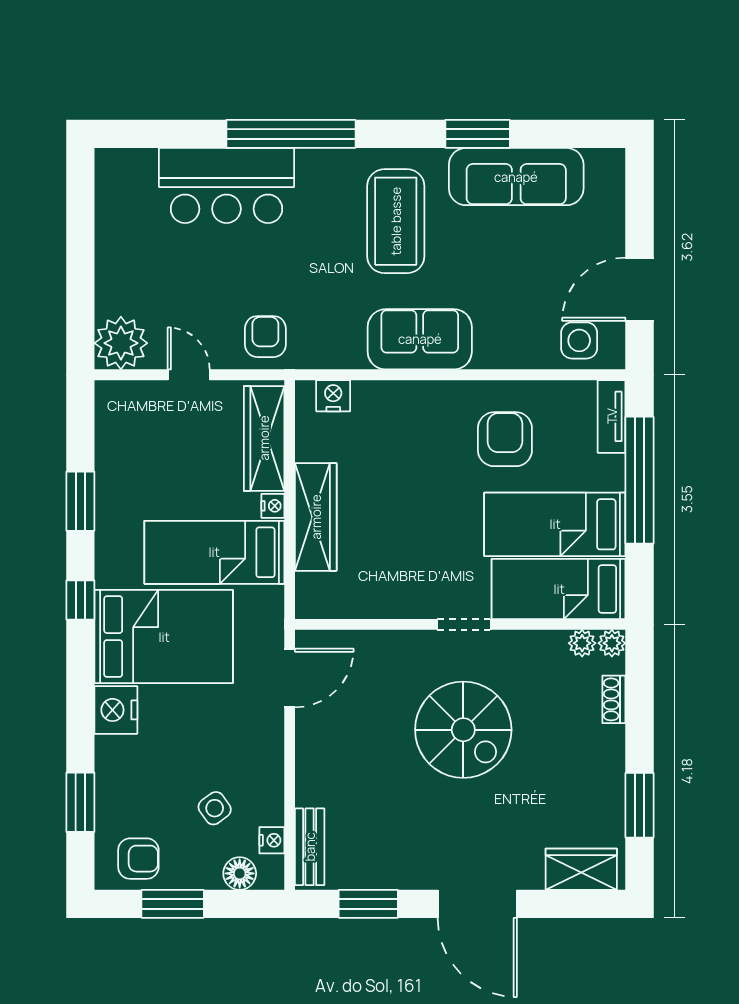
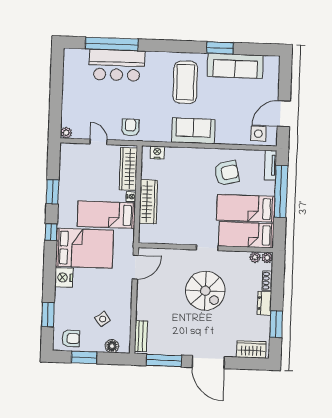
window: (291, 134) -> (112, 44), moved
plant: (121, 343) -> (66, 133), width x0.53, depth x0.53
armchair: (505, 439) -> (227, 173), turned 77
dresser: (609, 755) -> (264, 303), added
nightstand: (272, 840) -> (126, 333), removed
window: (368, 904) -> (164, 360), width x1.44

